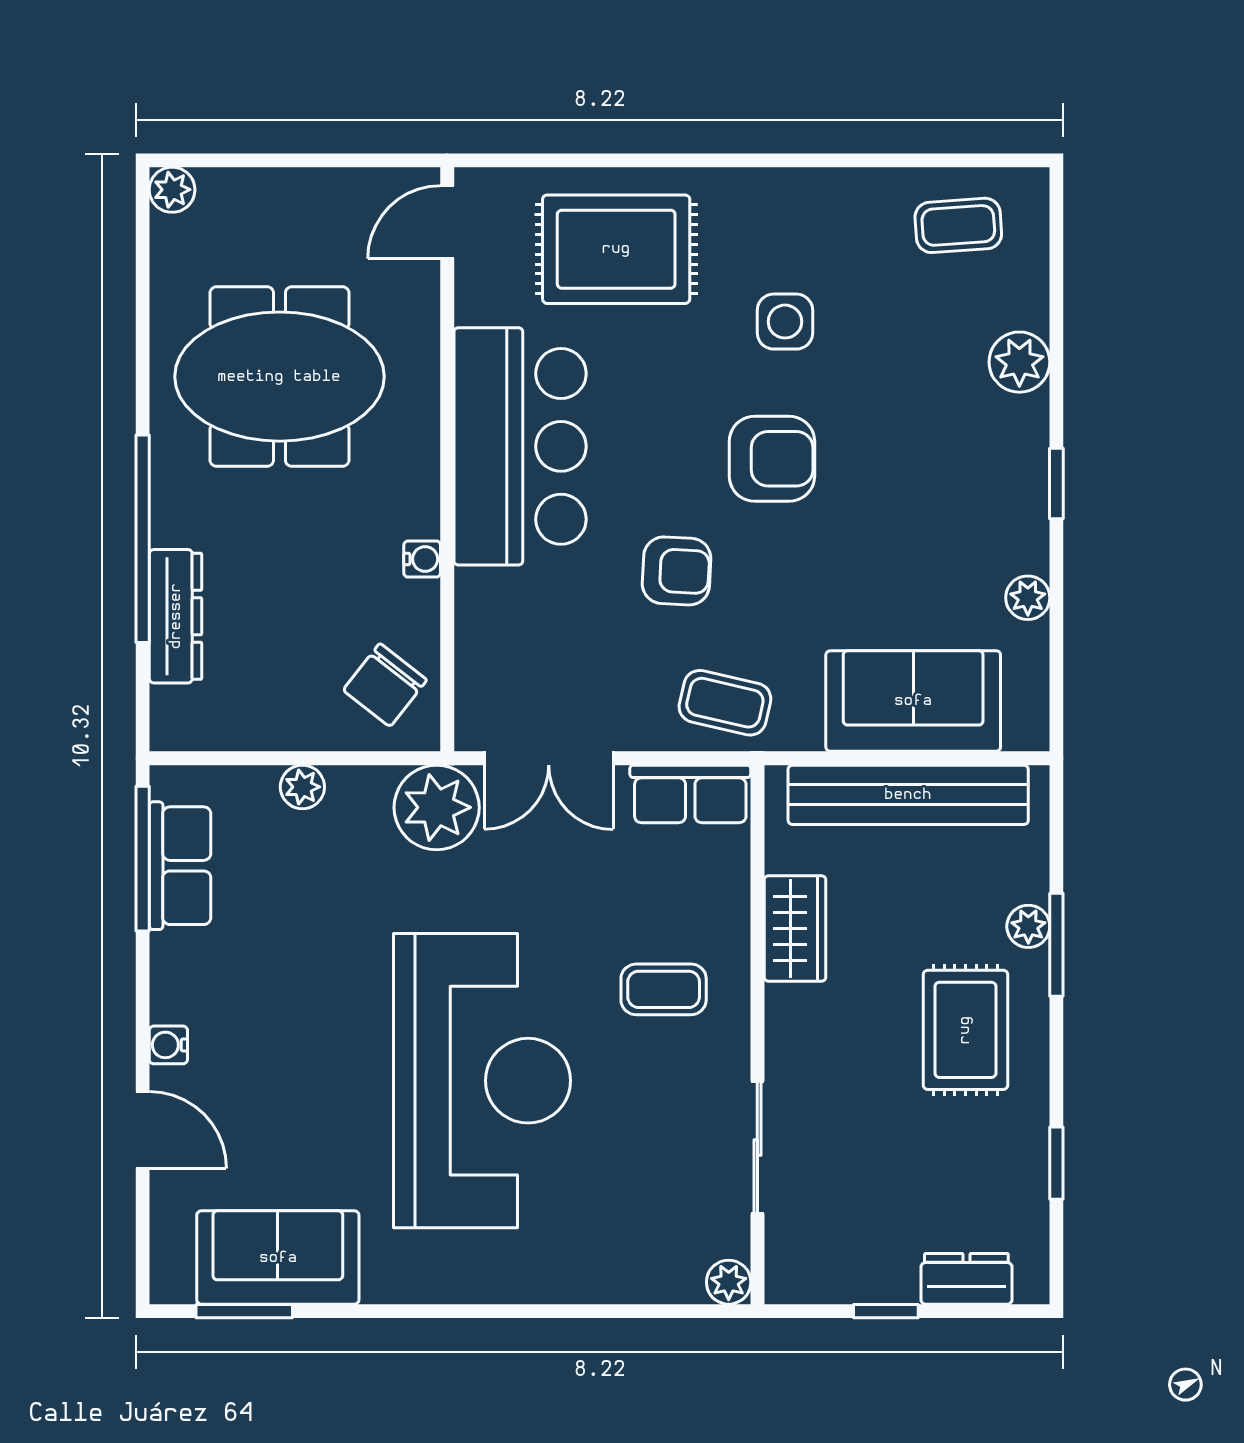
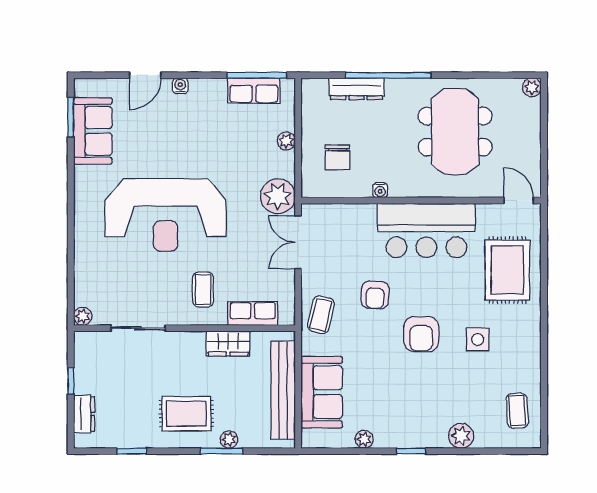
chair: (385, 685) -> (337, 157), moved, turned -128
row of seats: (690, 794) -> (253, 313), moved, turned 90

